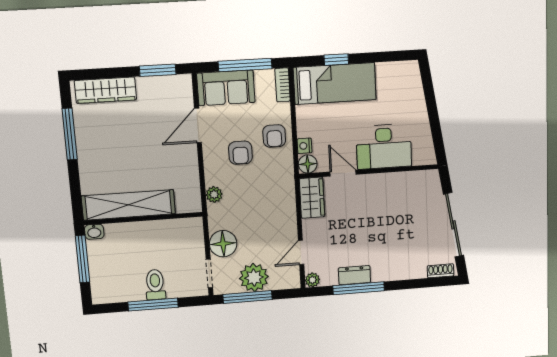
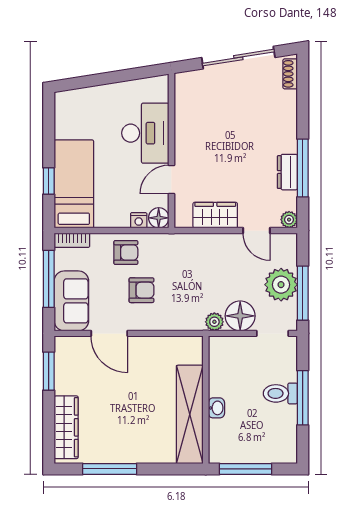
plant: (214, 194) -> (214, 322), moved
wardrobe: (312, 198) -> (215, 215), moved
washbasin: (94, 232) -> (216, 408), moved

